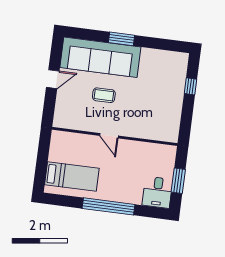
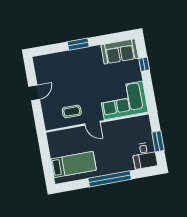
sofa: (100, 57) -> (120, 51), moved, width x0.54, depth x0.79
coffee table: (104, 95) -> (72, 111), moved
corner sofa: (153, 121) -> (124, 100), added

